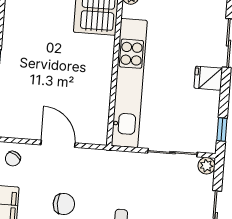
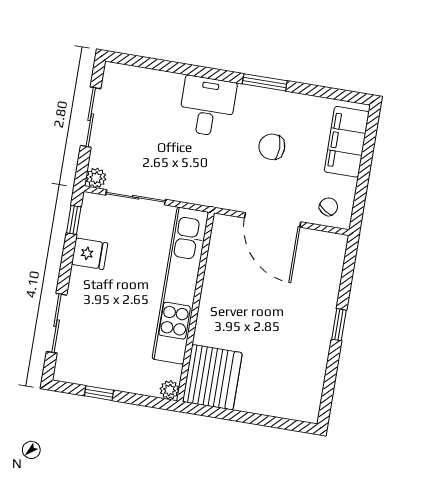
fridge: (208, 78) -> (90, 254), moved
door: (58, 144) -> (273, 220), width x1.36

